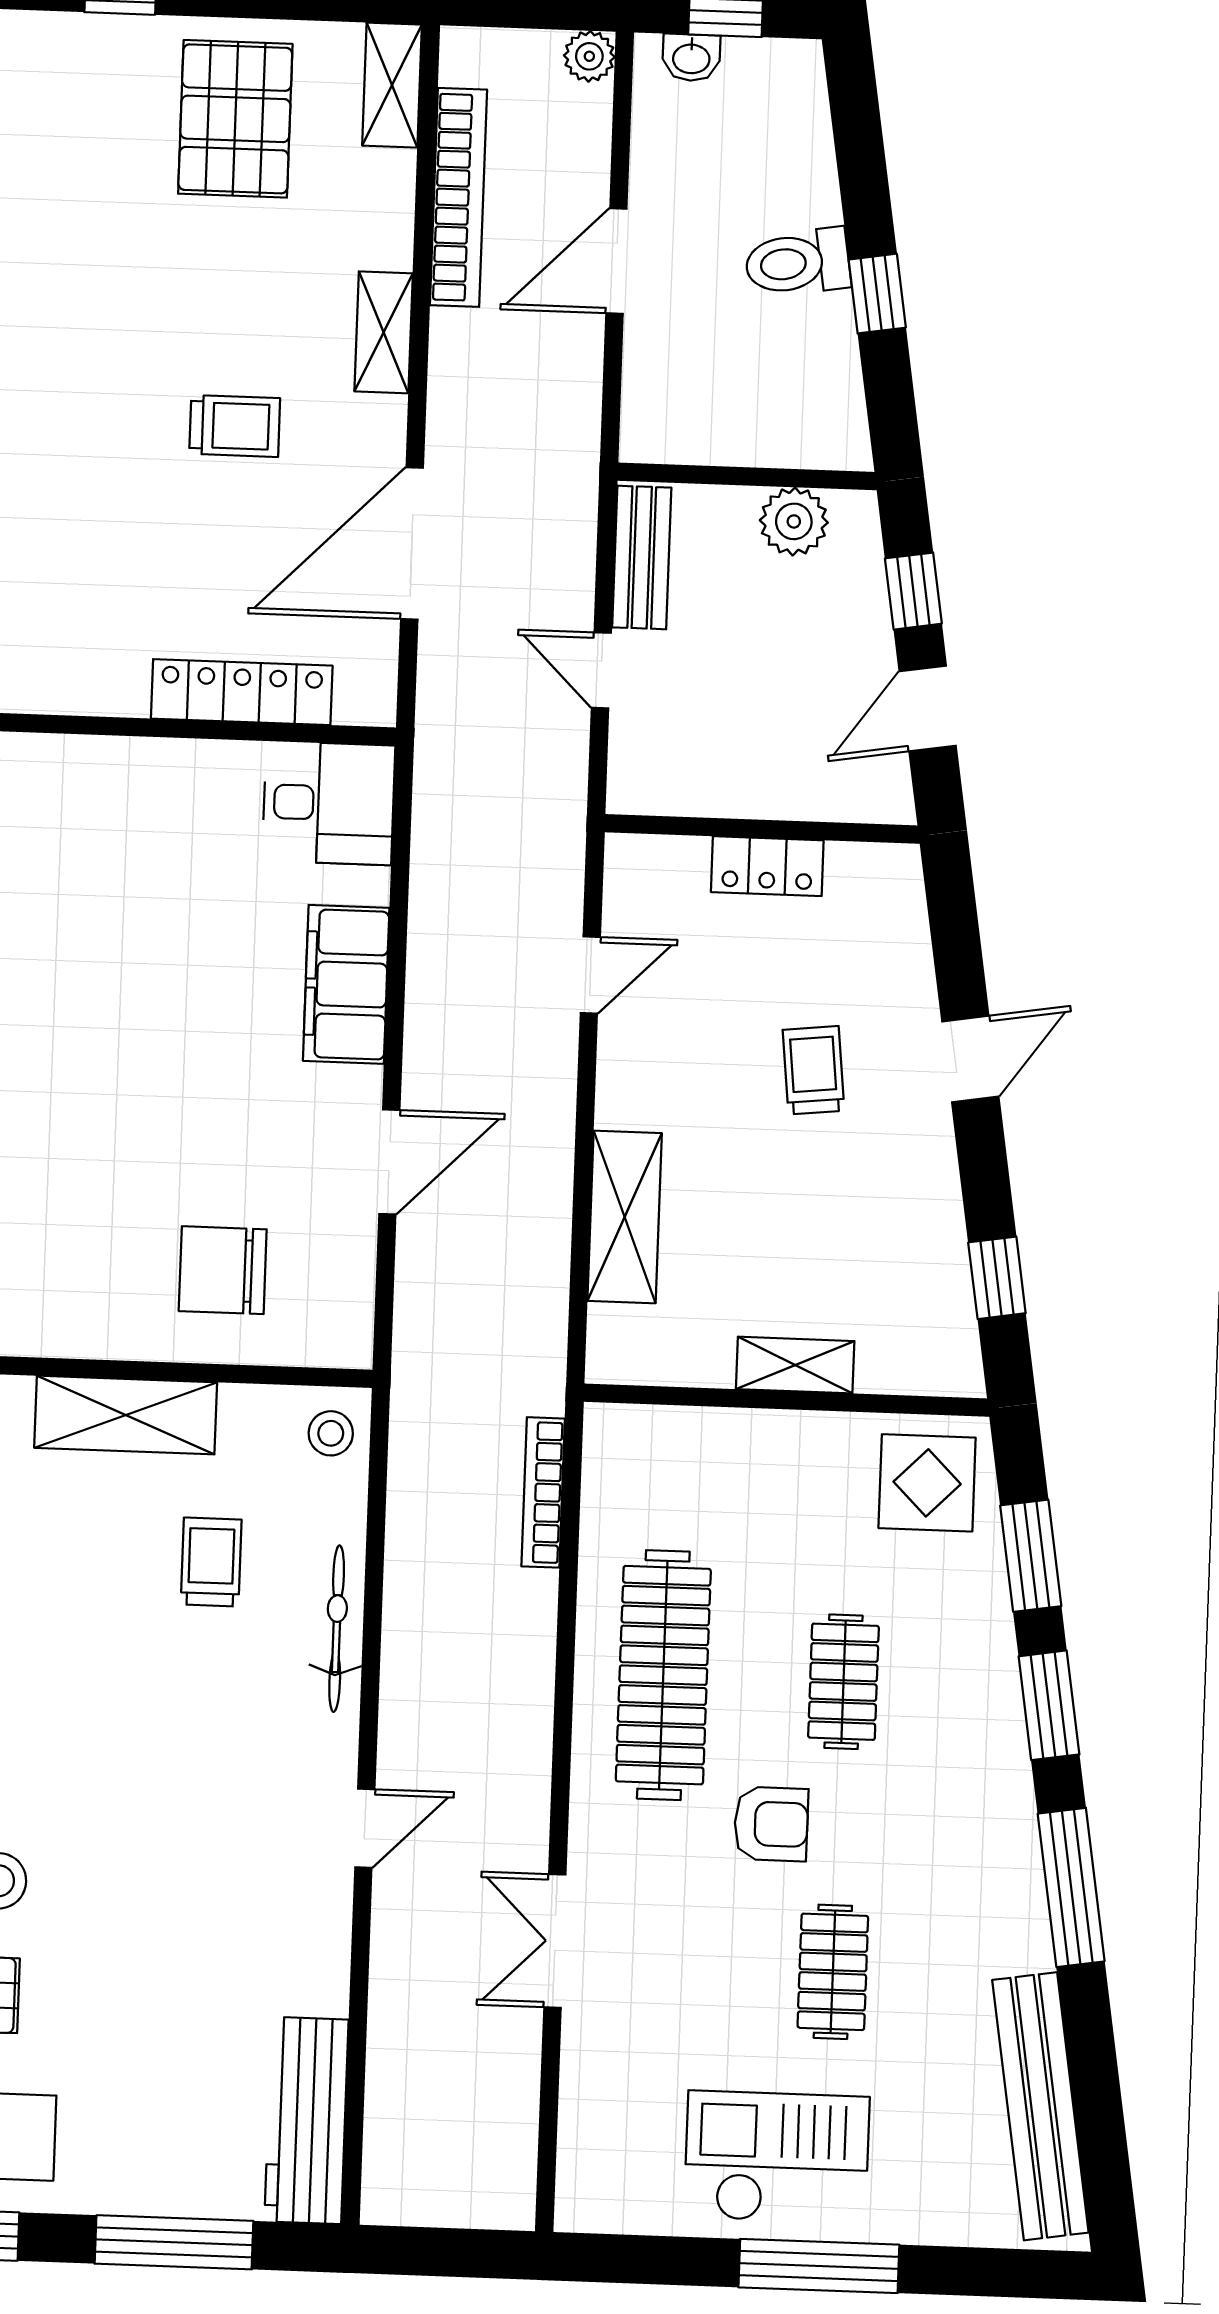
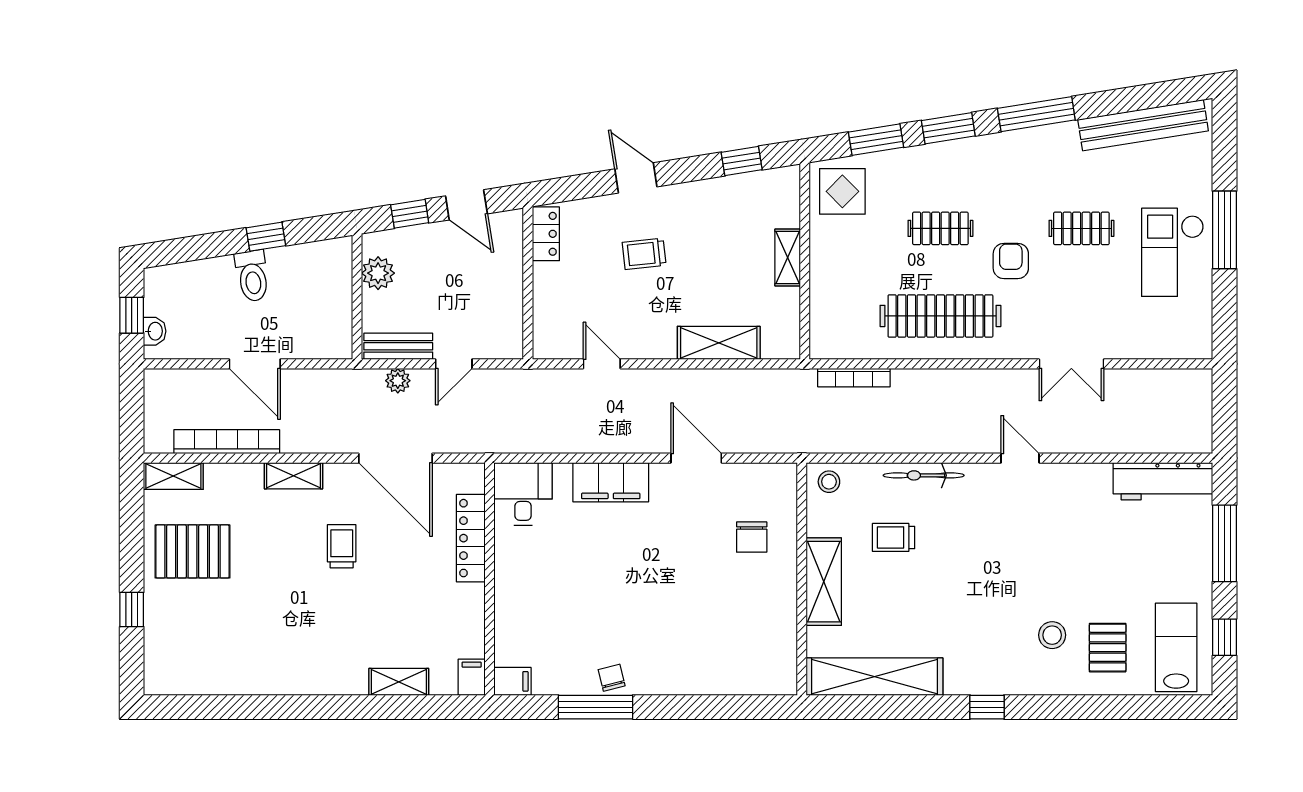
plant: (589, 56) -> (398, 381), moved
locker: (767, 866) -> (546, 234), moved
chair: (223, 1270) -> (752, 537), width x0.73, depth x0.73

